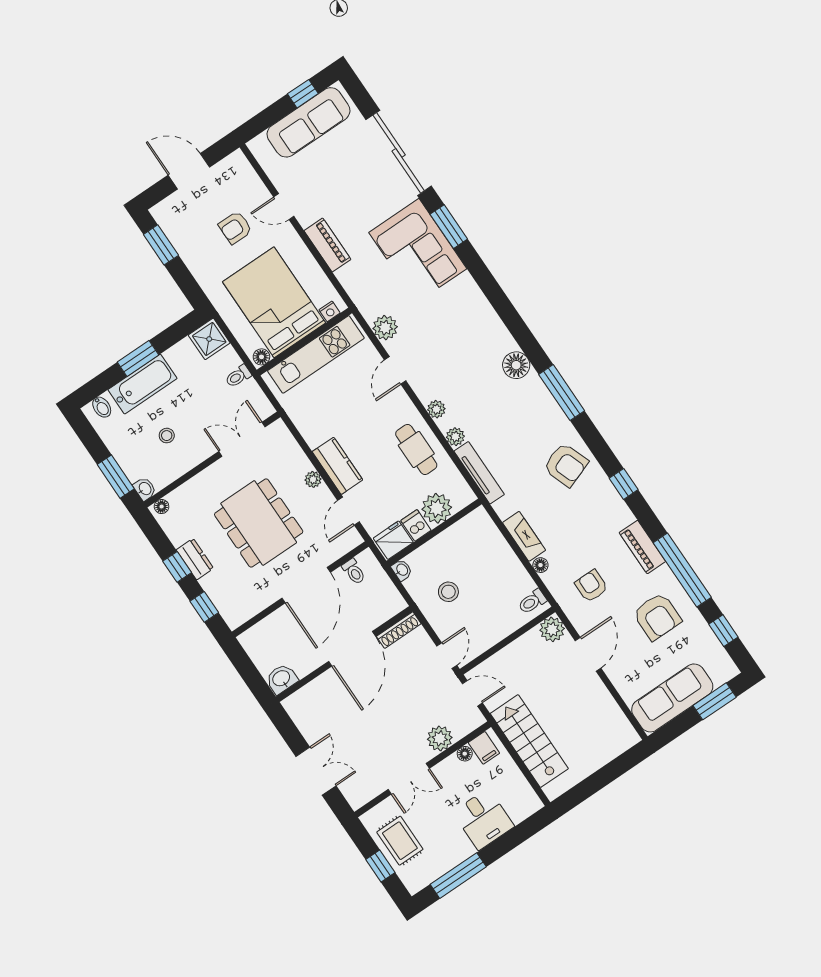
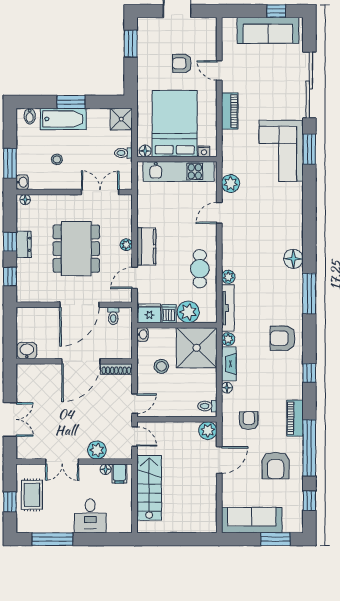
plant: (436, 409) -> (228, 339), moved
armchair: (566, 465) -> (283, 338), turned 110
shower: (474, 543) -> (197, 348), added

